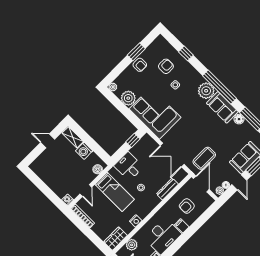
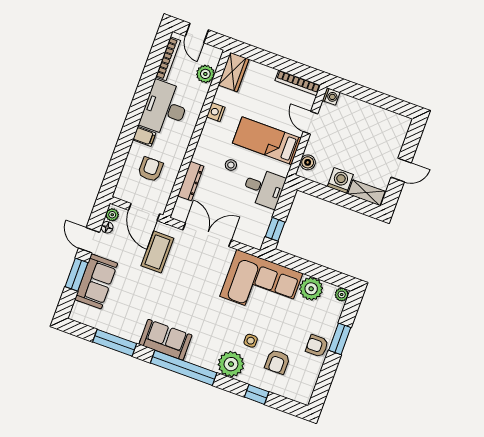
window: (136, 52) -> (340, 339), moved
plant: (206, 91) -> (231, 364), moved
floor lamp: (239, 119) -> (133, 334), removed

